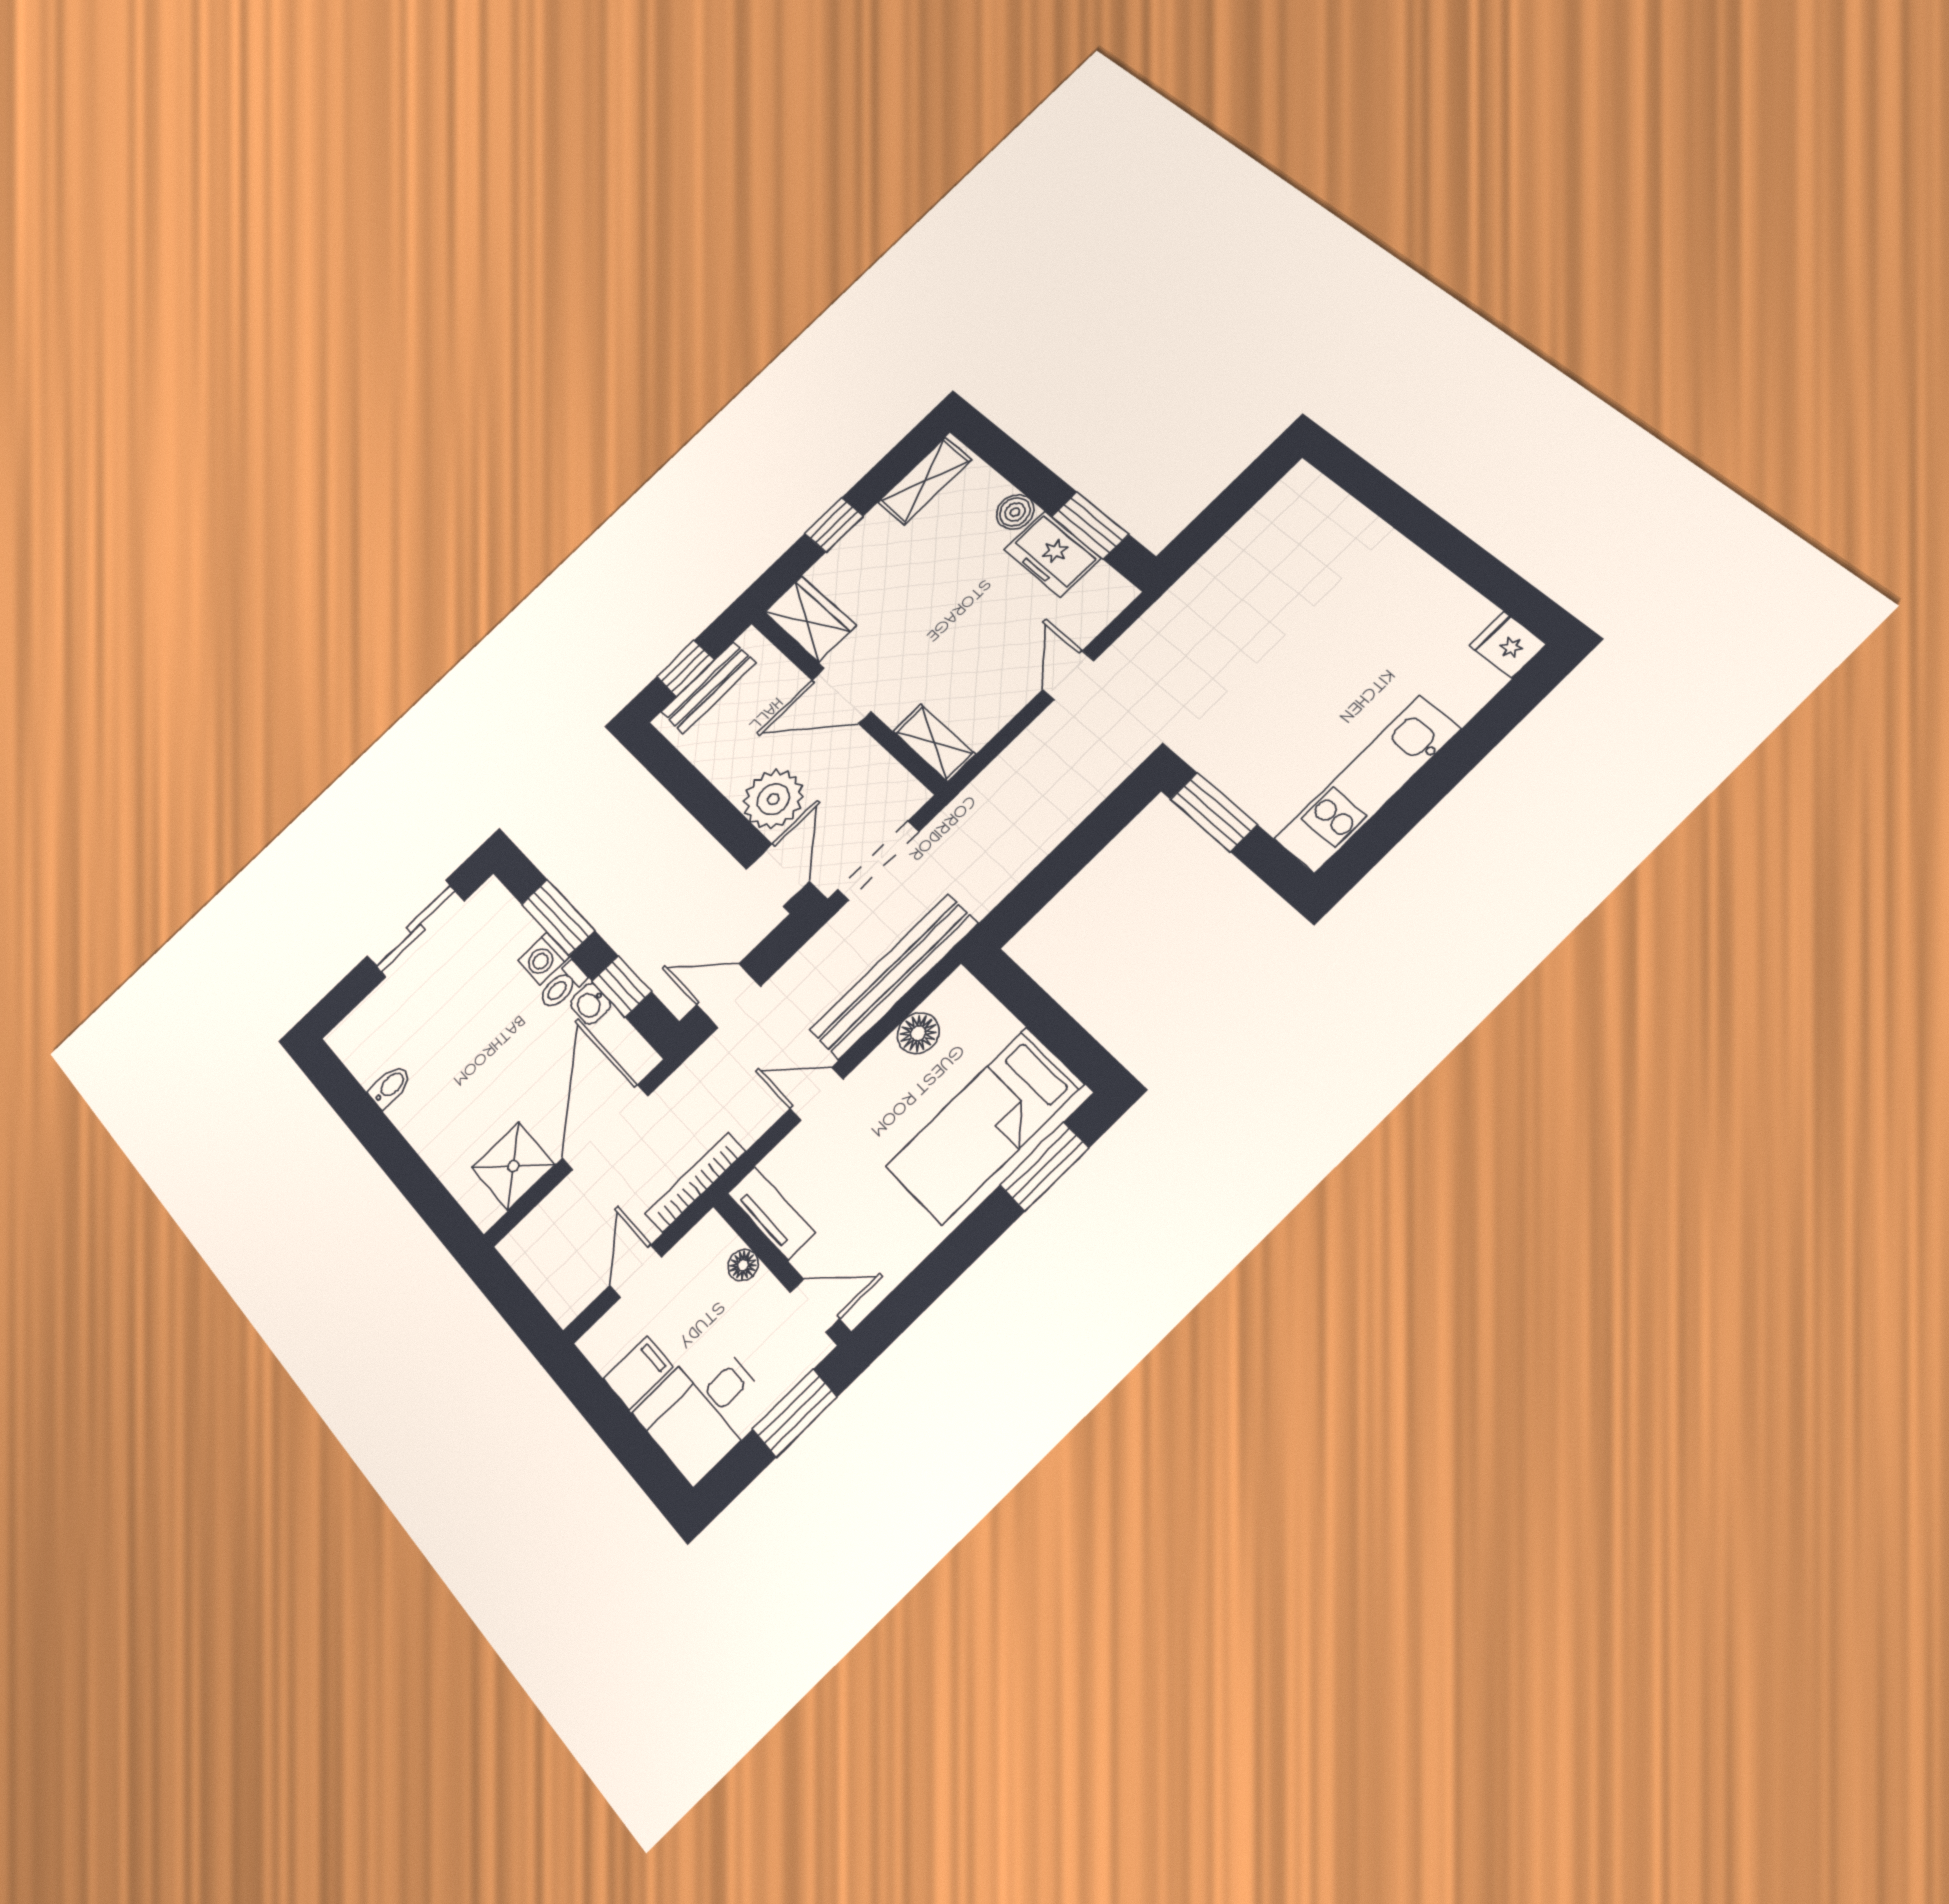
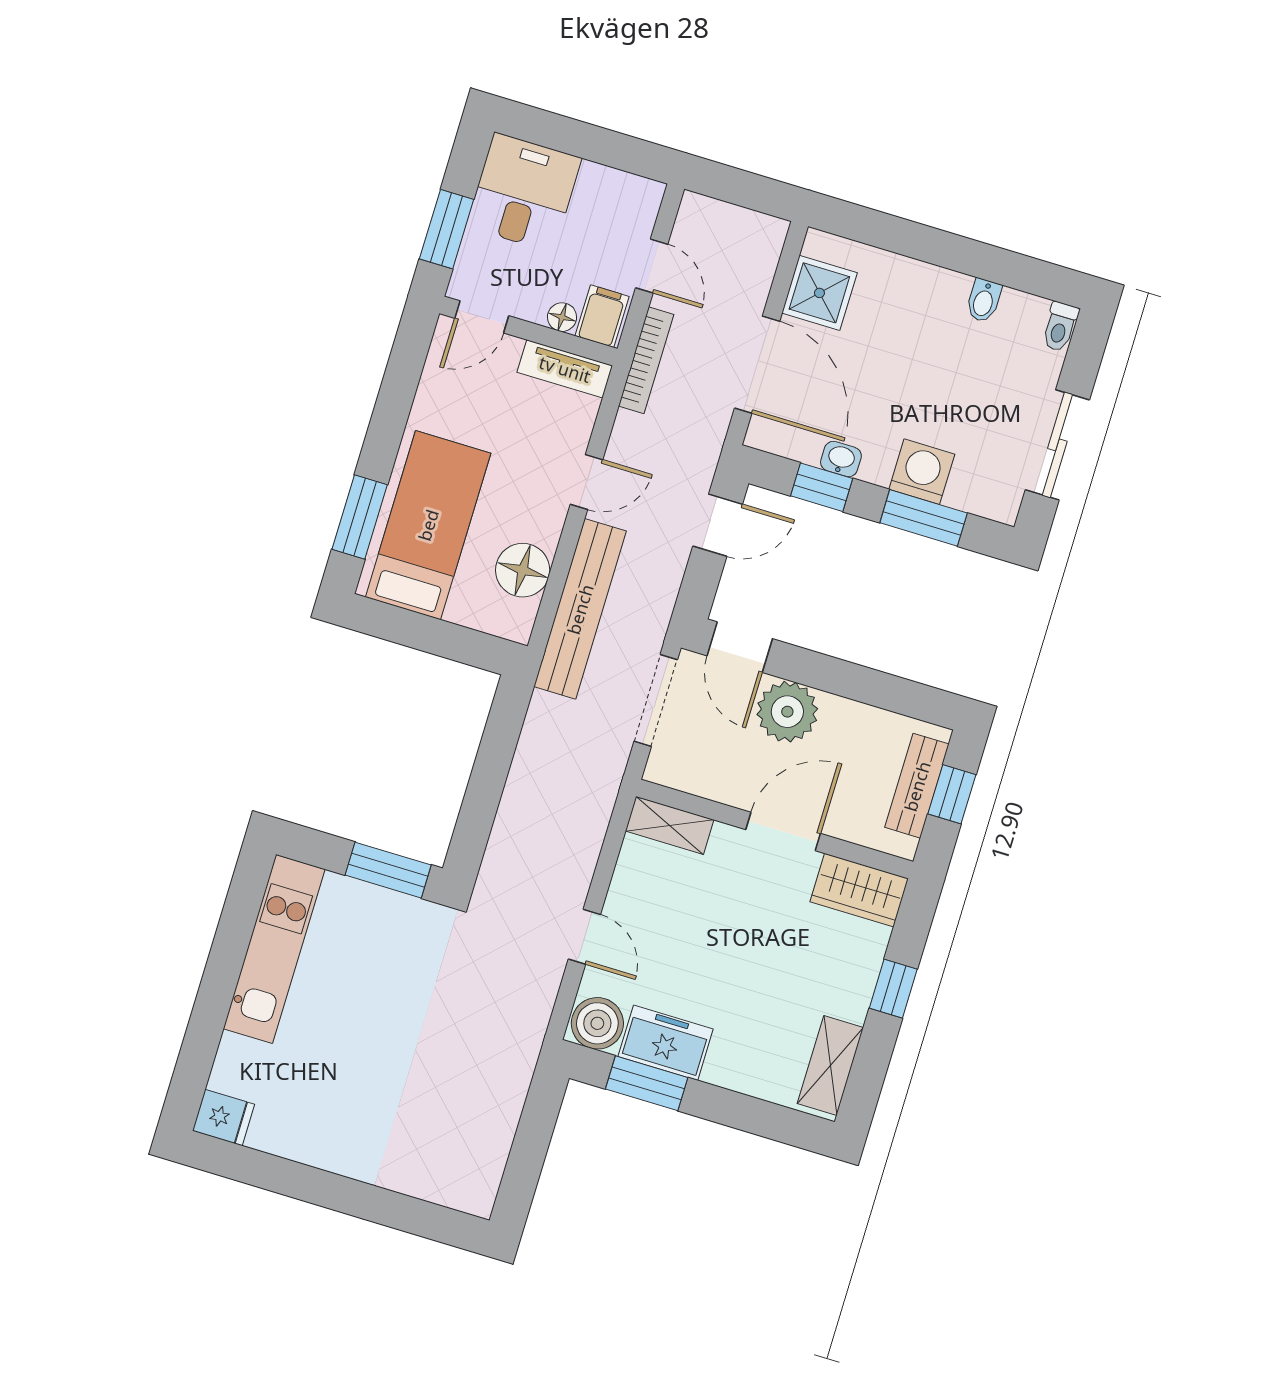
boiler: (1015, 512) -> (597, 1023), moved, width x1.36, depth x1.36
washing machine: (544, 958) -> (922, 472), width x1.38, depth x1.38
toilet: (562, 986) -> (1060, 327), moved, turned 180
floor lamp: (918, 1033) -> (523, 570), width x1.38, depth x1.38
filing cabinet: (638, 1373) -> (602, 316), moved, turned 180

